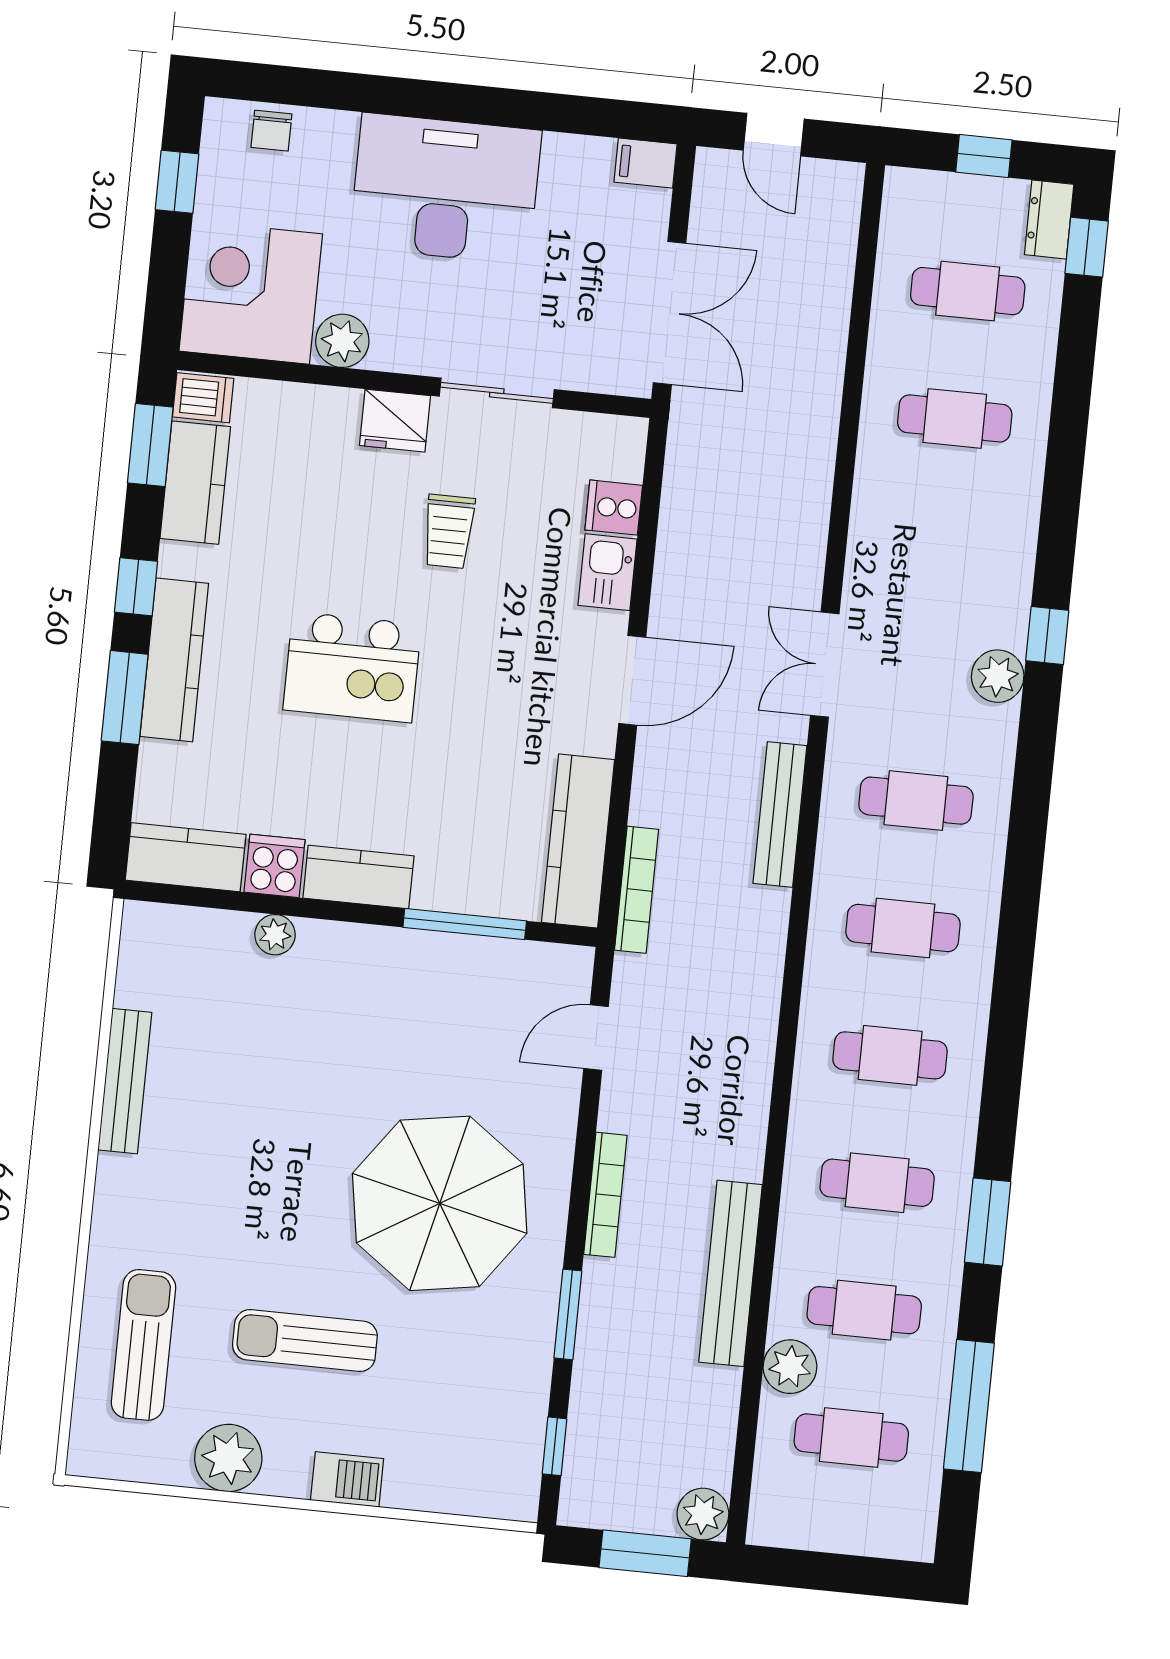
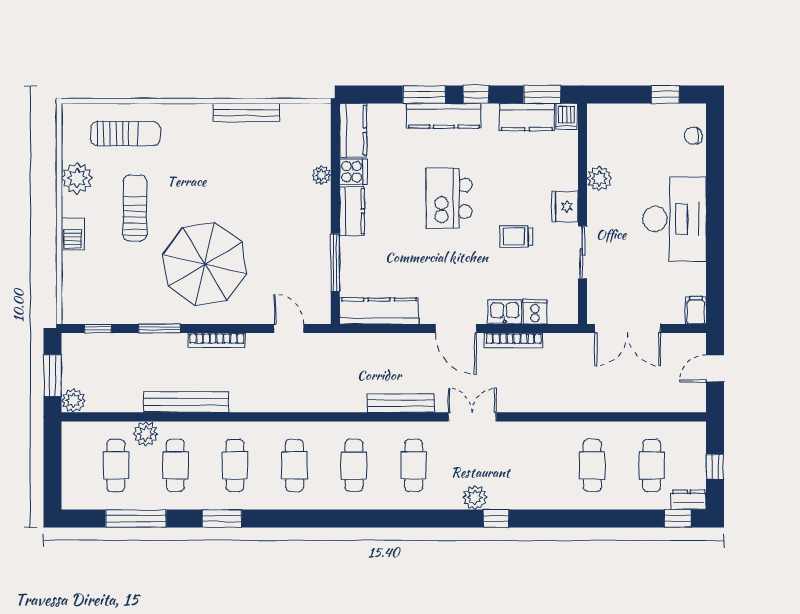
corner desk: (251, 292) -> (617, 134), removed
bookcase: (637, 890) -> (514, 340), moved

